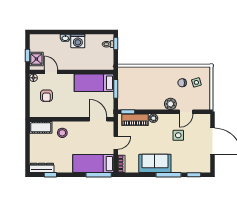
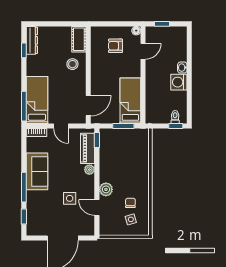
shower: (36, 59) -> (158, 34), removed

